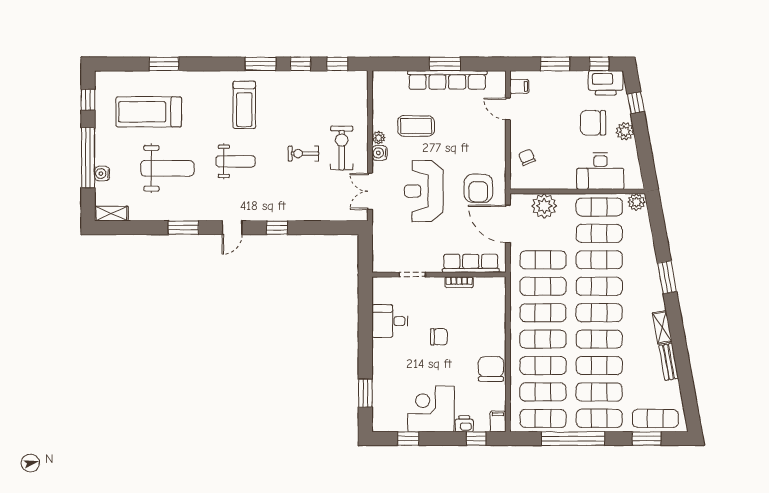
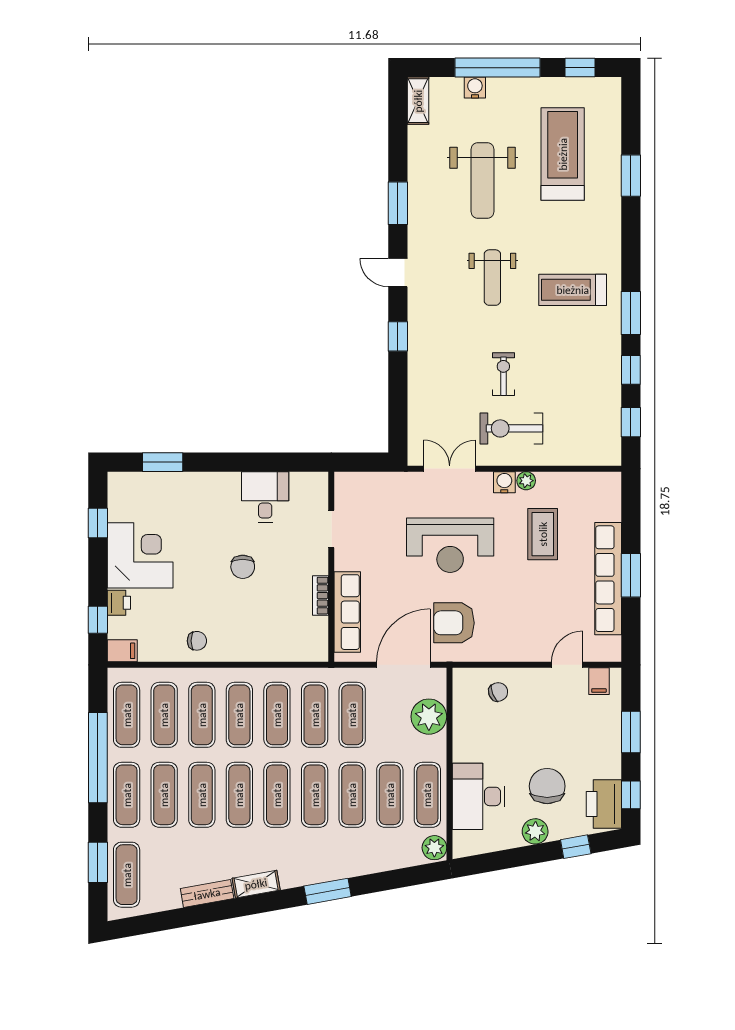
exercise bike: (342, 148) -> (511, 428), turned 180
reception desk: (424, 191) -> (450, 545), turned 180
chair: (491, 369) -> (197, 641), width x0.54, depth x0.54

